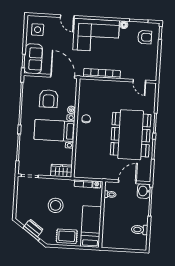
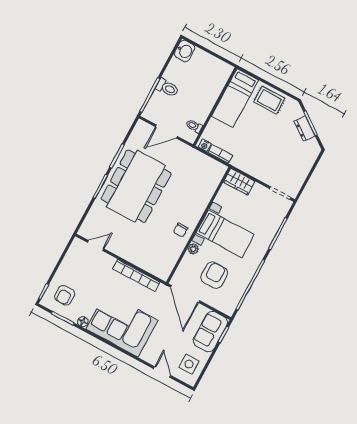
door: (67, 17) -> (162, 372), moved
armchair: (145, 37) -> (65, 295), turned -90
door: (139, 81) -> (96, 246), hinge flipped
washbasin: (144, 191) -> (185, 51), moved
stool: (56, 205) -> (266, 143), removed
toilet: (140, 230) -> (167, 88), moved

